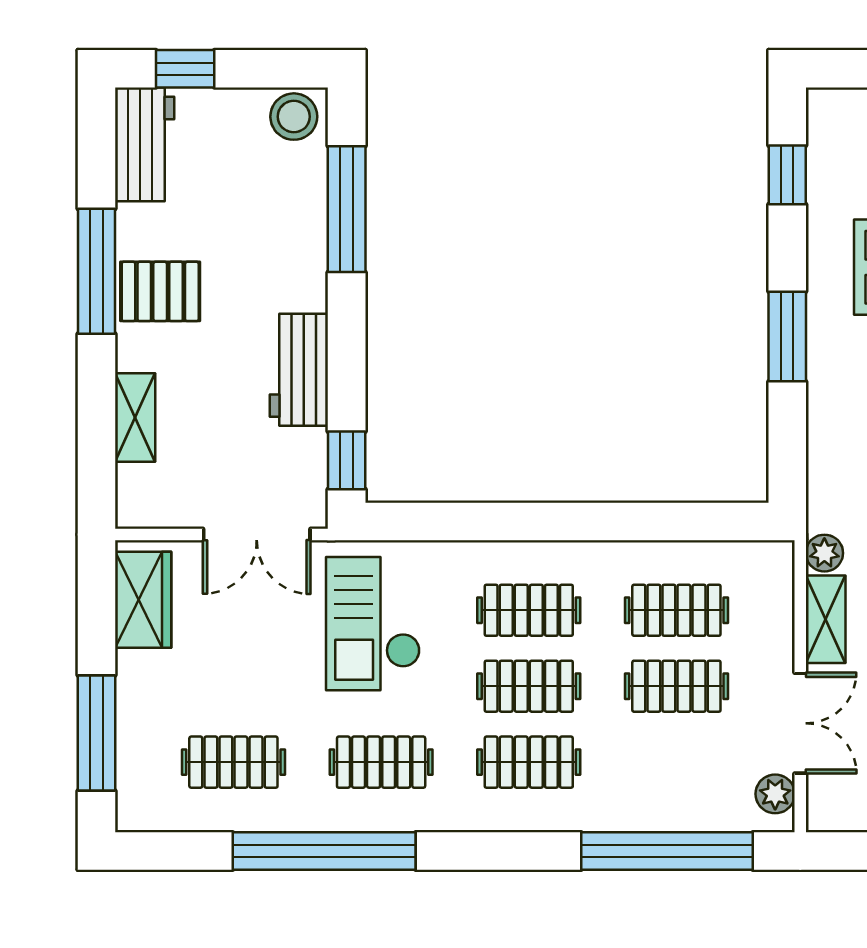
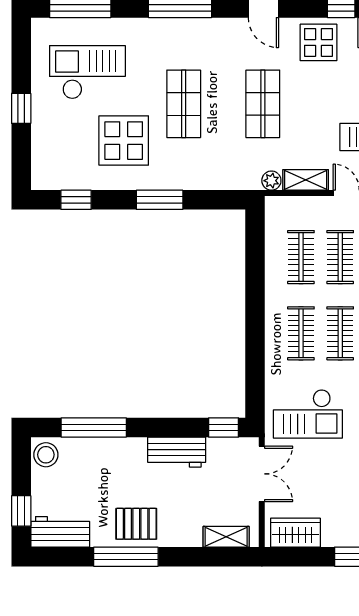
pallet: (160, 291) -> (136, 524), turned 90
shelving: (135, 418) -> (226, 537), moved

